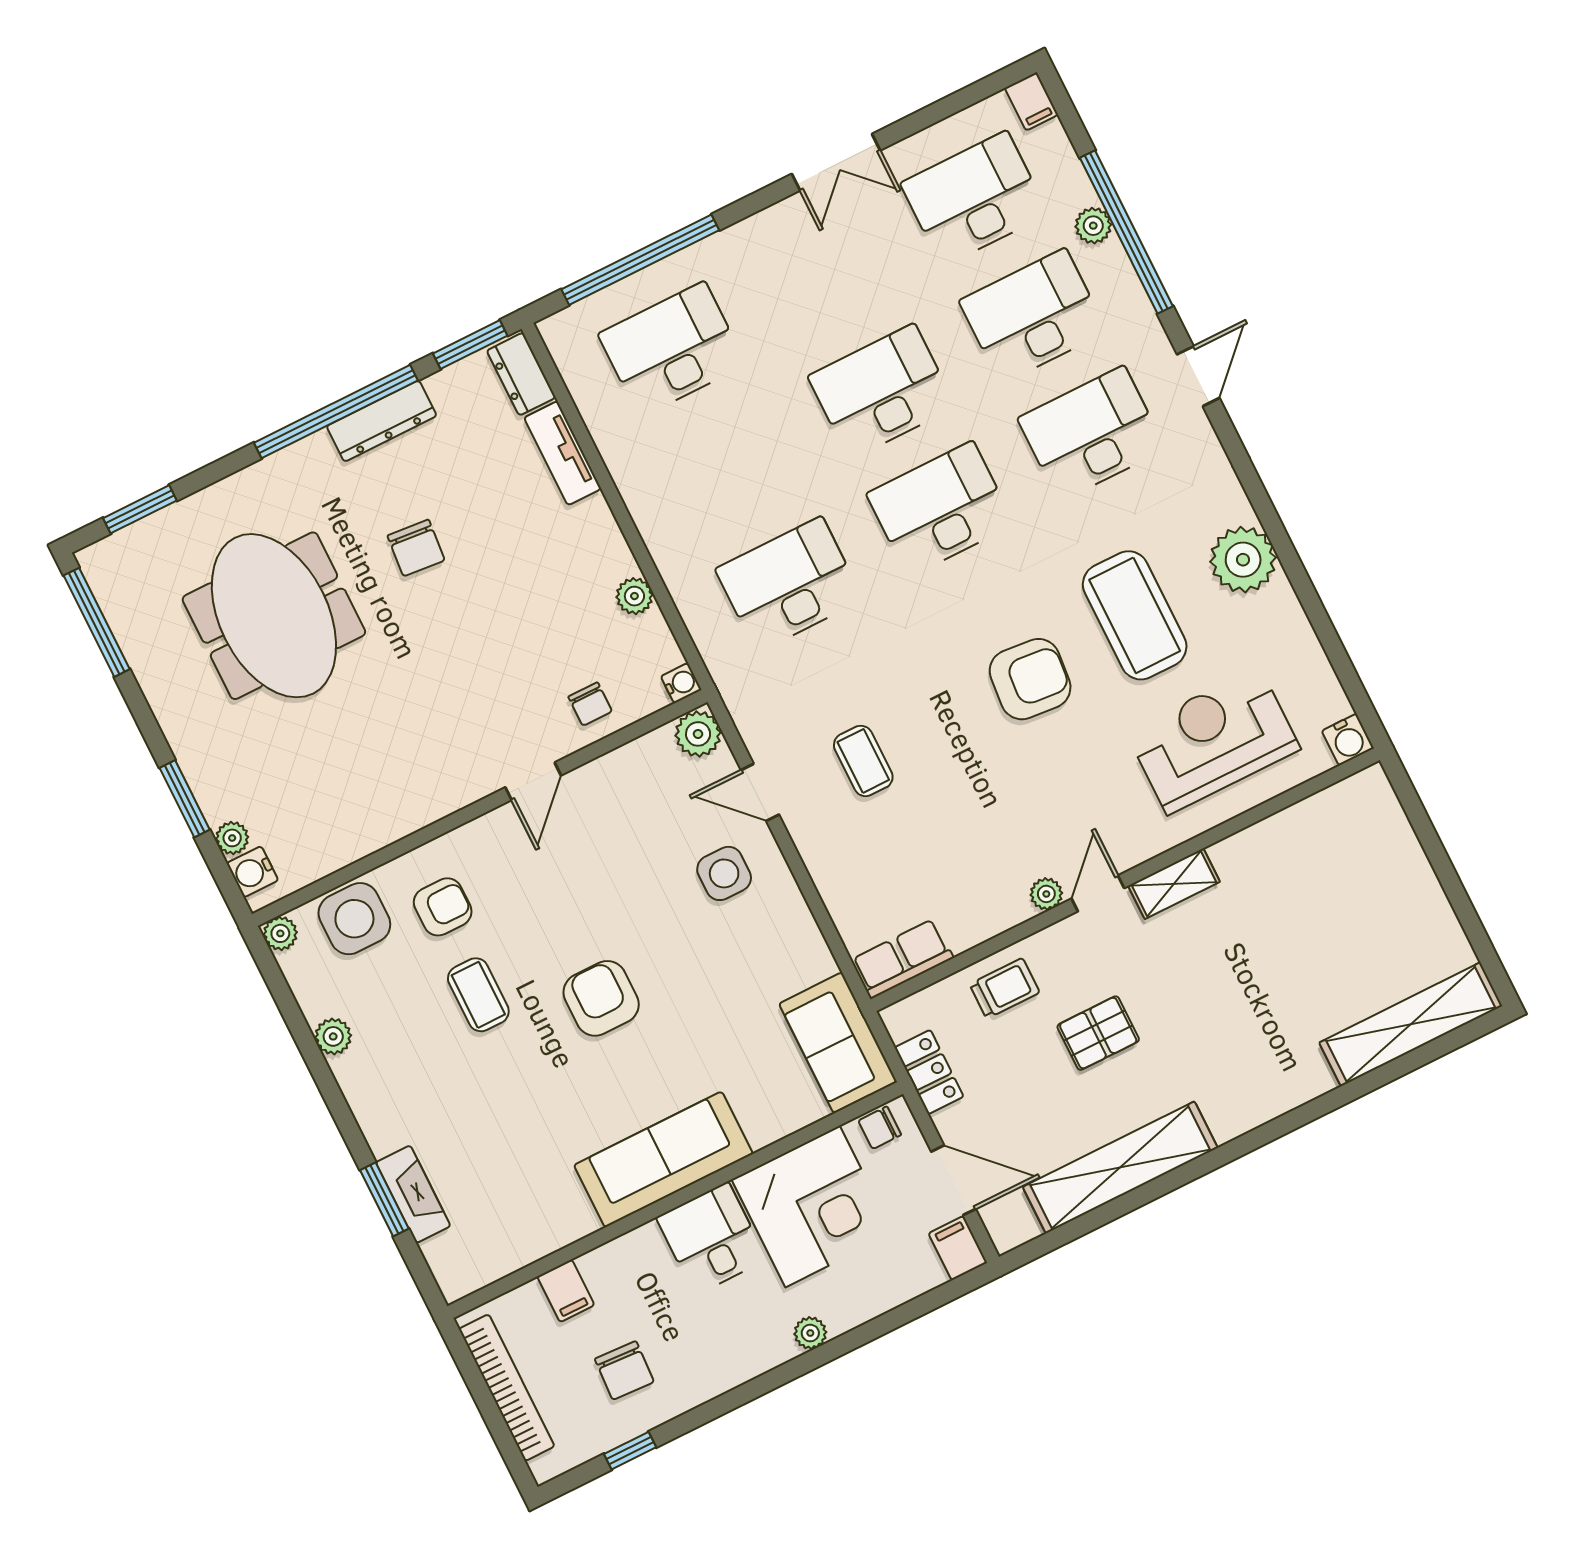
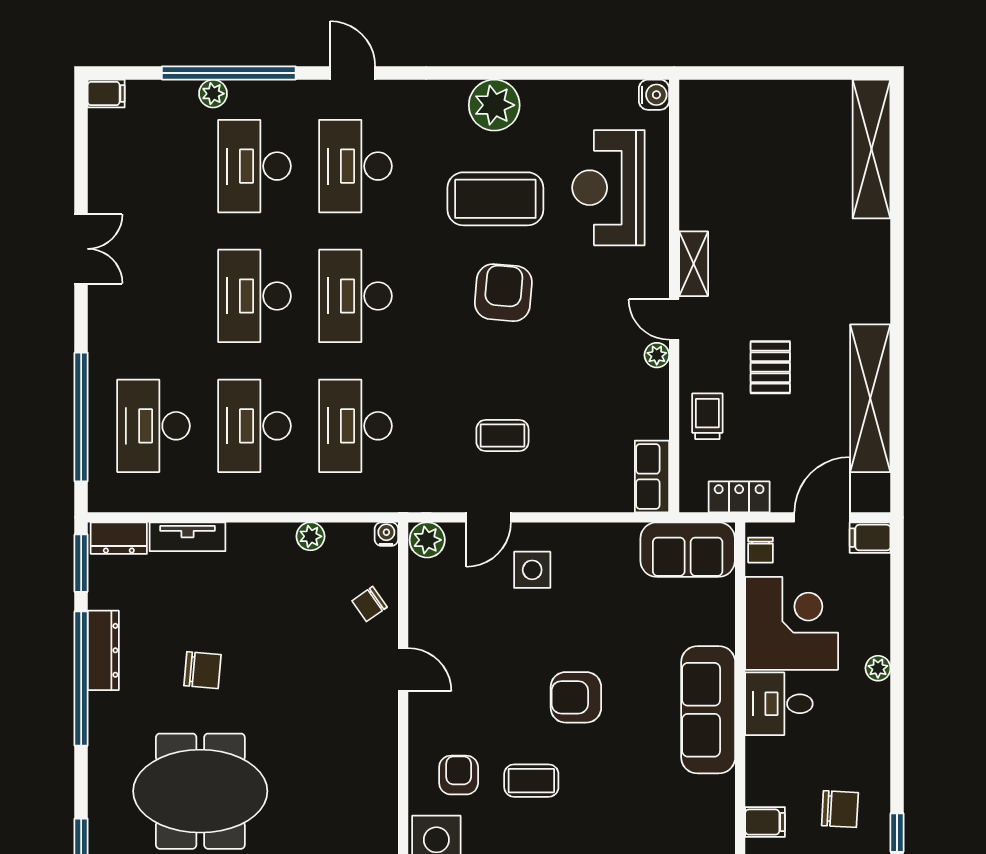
desk: (974, 199) -> (254, 426), moved
chair: (590, 704) -> (370, 604), turned 145

